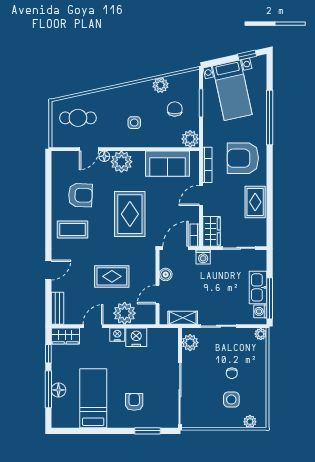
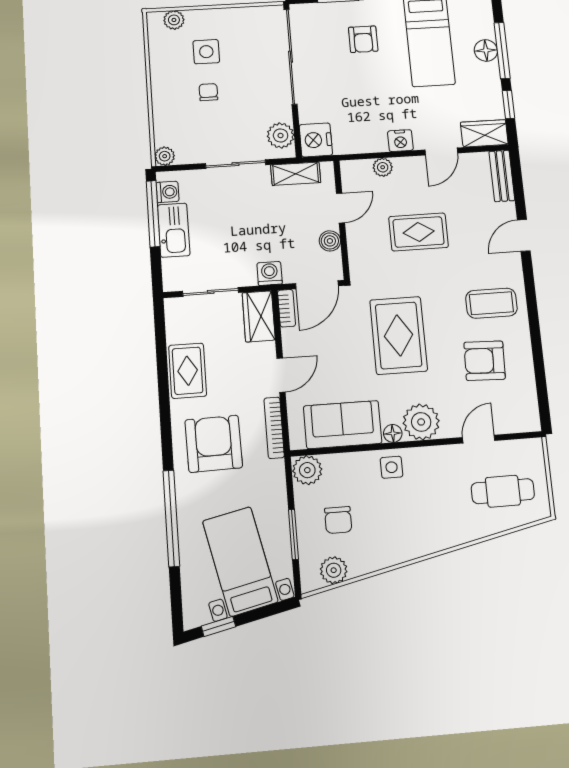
plant: (161, 85) -> (334, 570), moved
side table: (134, 123) -> (392, 467), moved
floor lamp: (104, 156) -> (393, 433), moved
armchair: (243, 158) -> (214, 444), turned -91
plant: (125, 313) -> (383, 167), width x0.53, depth x0.53
nightstand: (136, 337) -> (316, 140), moved, turned 90

